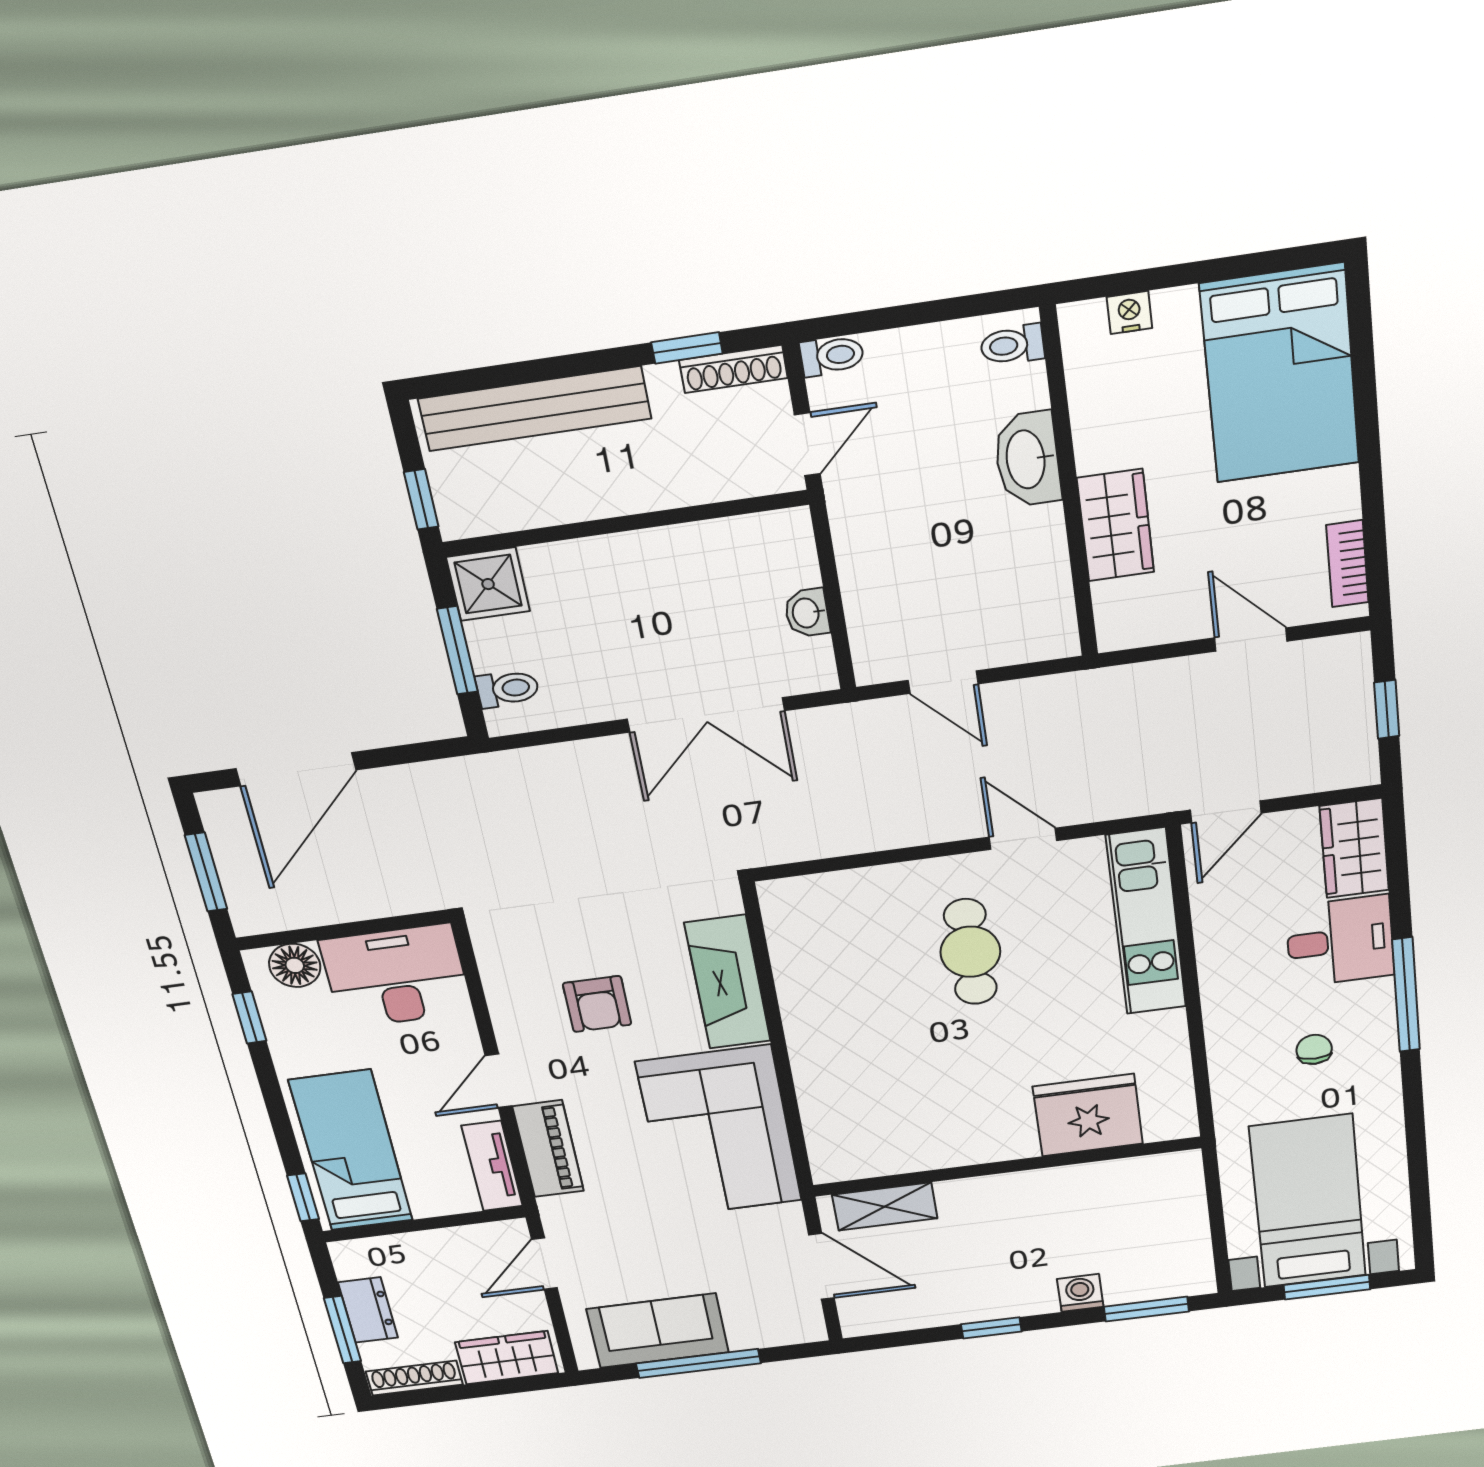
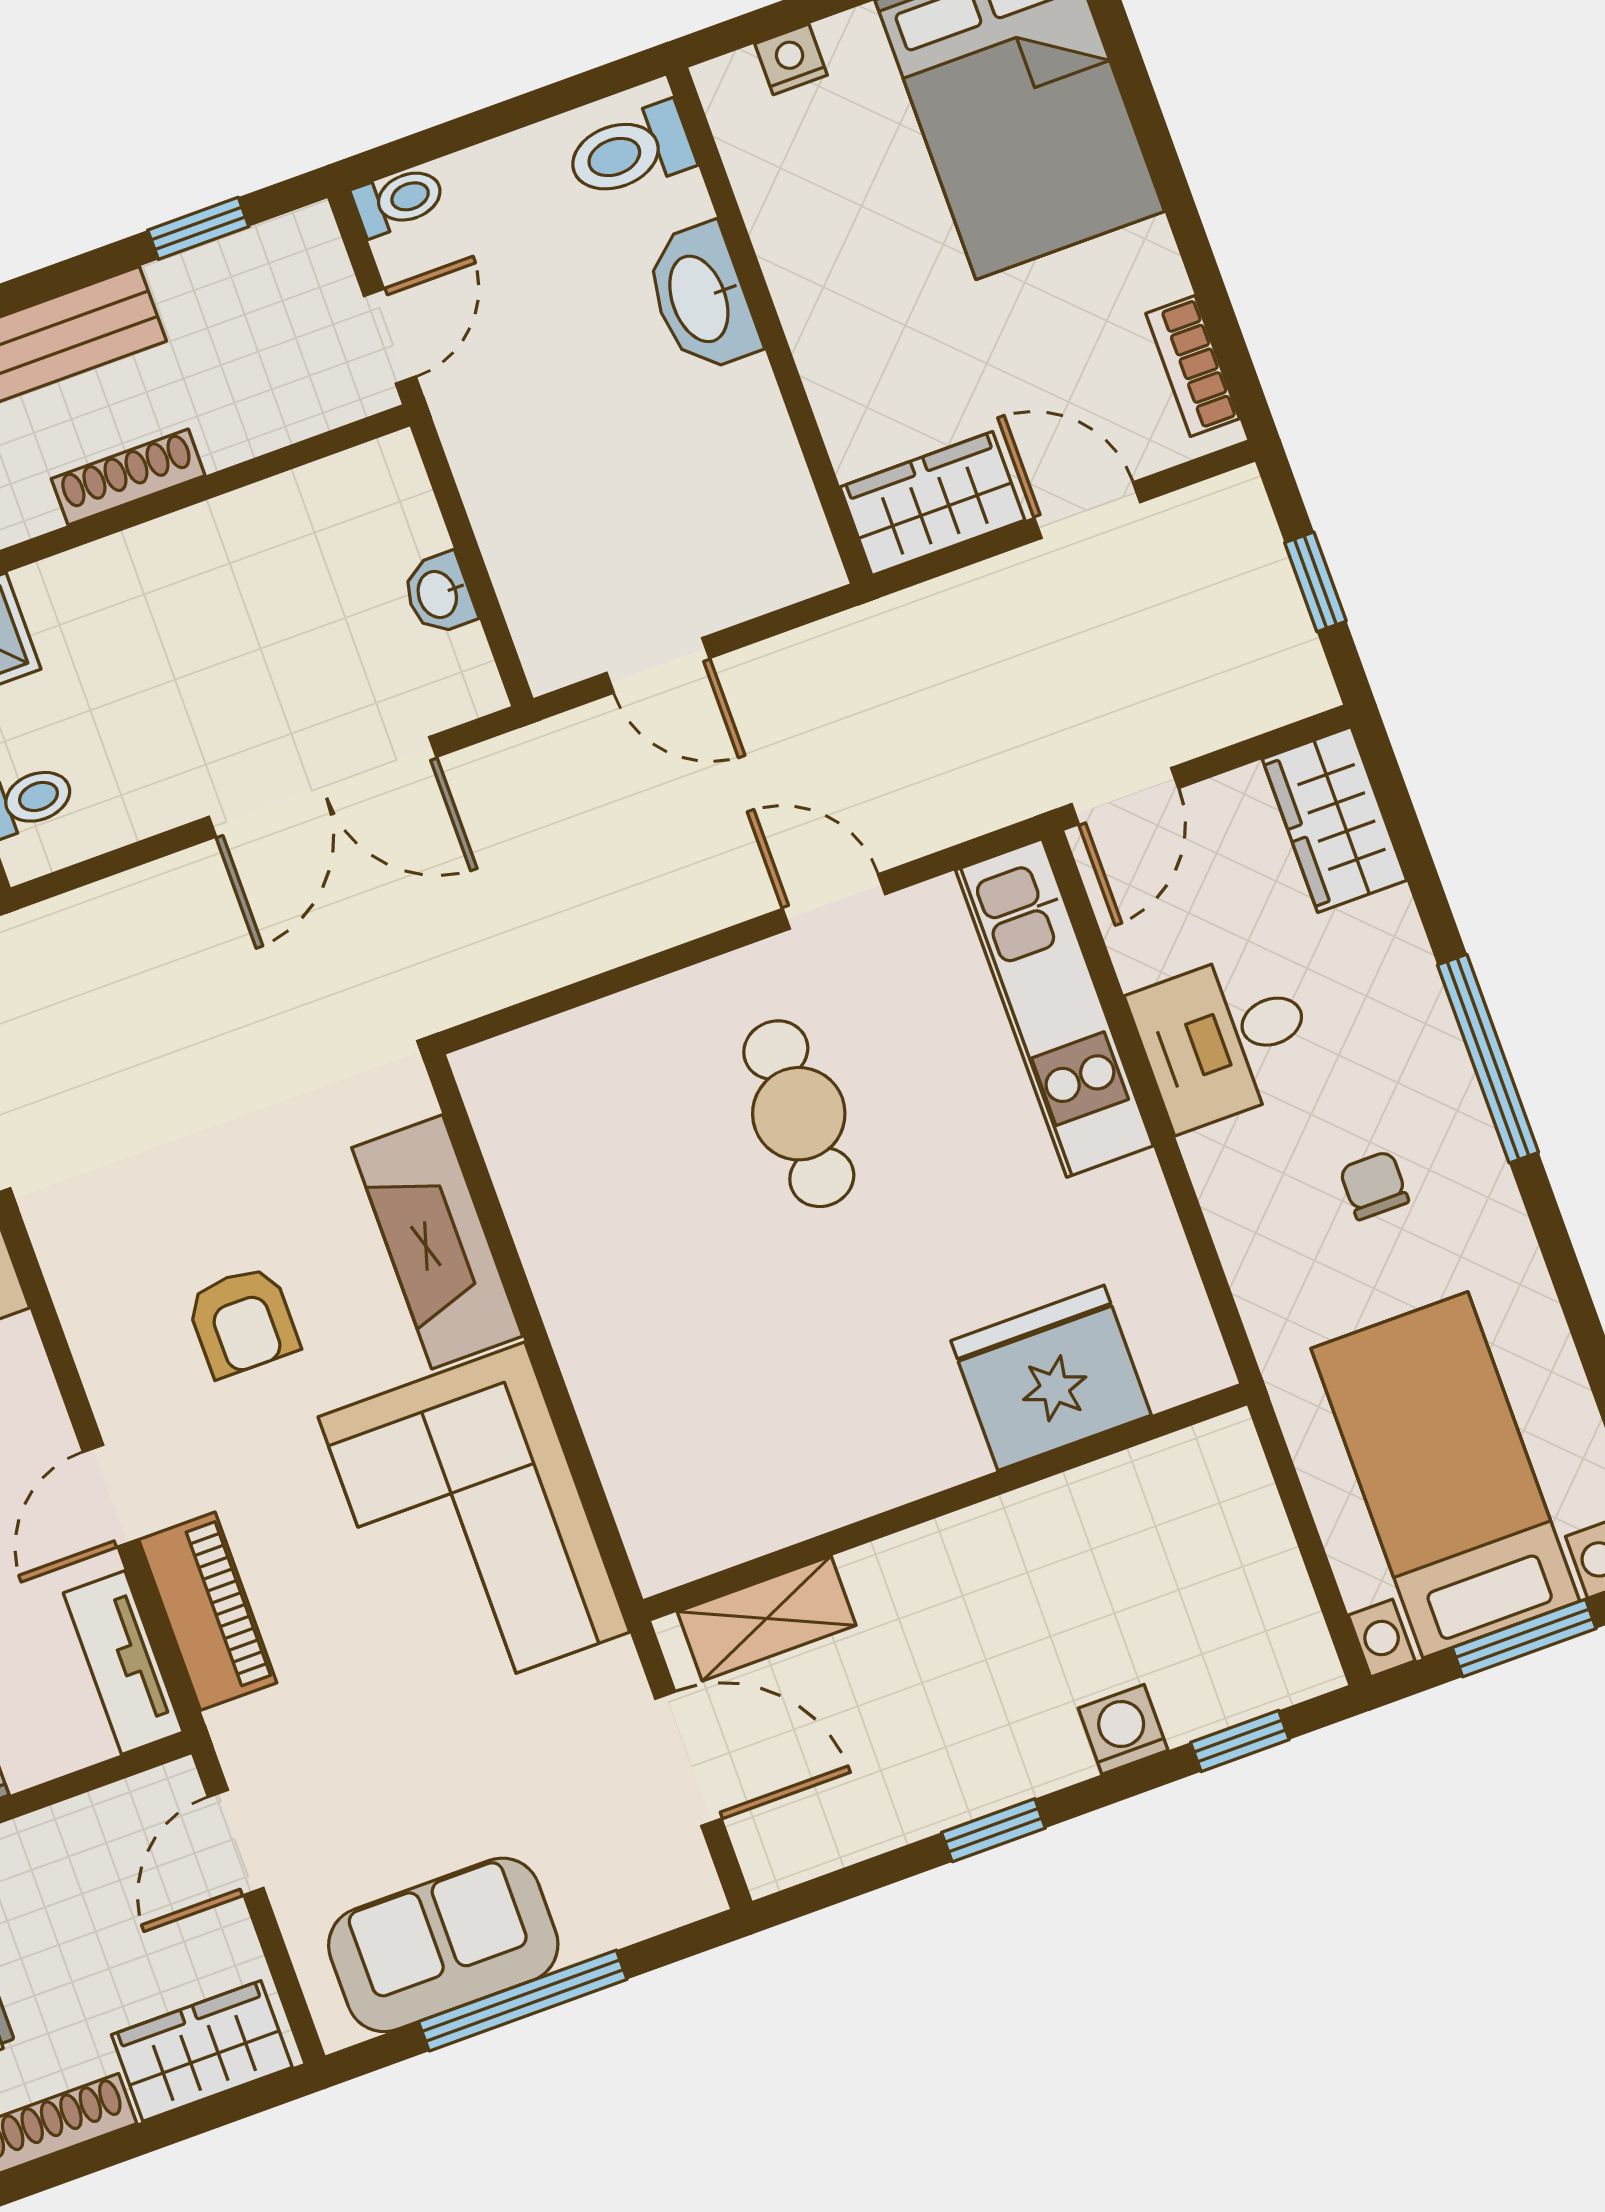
toilet: (1012, 345) -> (630, 151), width x1.37, depth x1.39
shoe rack: (733, 369) -> (128, 477), moved, turned 180
wardrobe: (1116, 525) -> (932, 503), moved, turned -90
desk: (1340, 941) -> (1225, 1039), moved, turned 180
window: (1146, 1309) -> (1240, 1741), width x0.67

